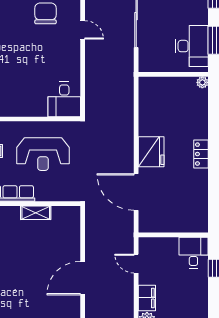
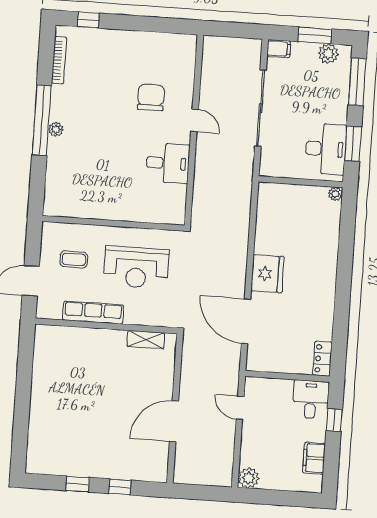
desk: (64, 99) -> (168, 163), moved, turned -90
locker: (201, 154) -> (322, 359), moved
shelving: (36, 213) -> (146, 340), moved
filing cabinet: (147, 298) -> (314, 458), moved, turned 180

